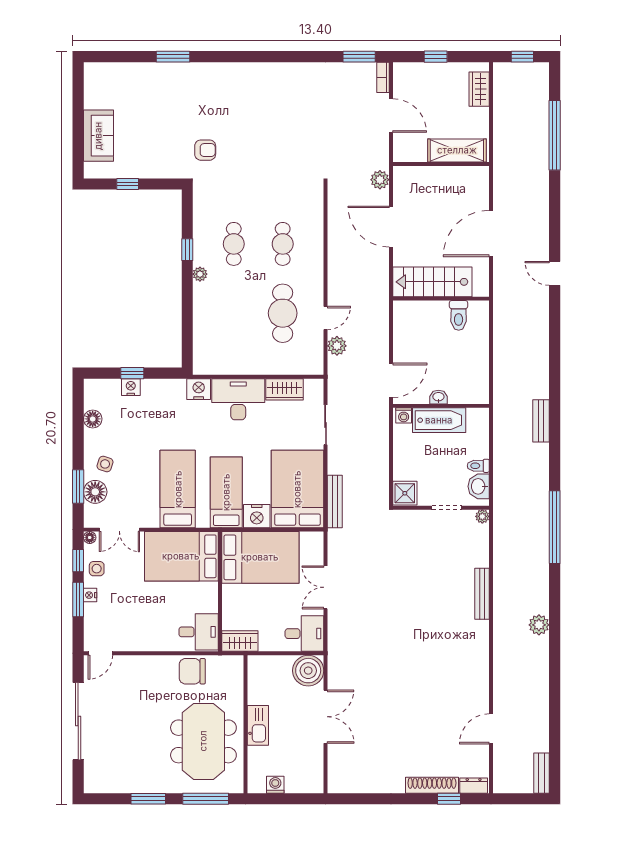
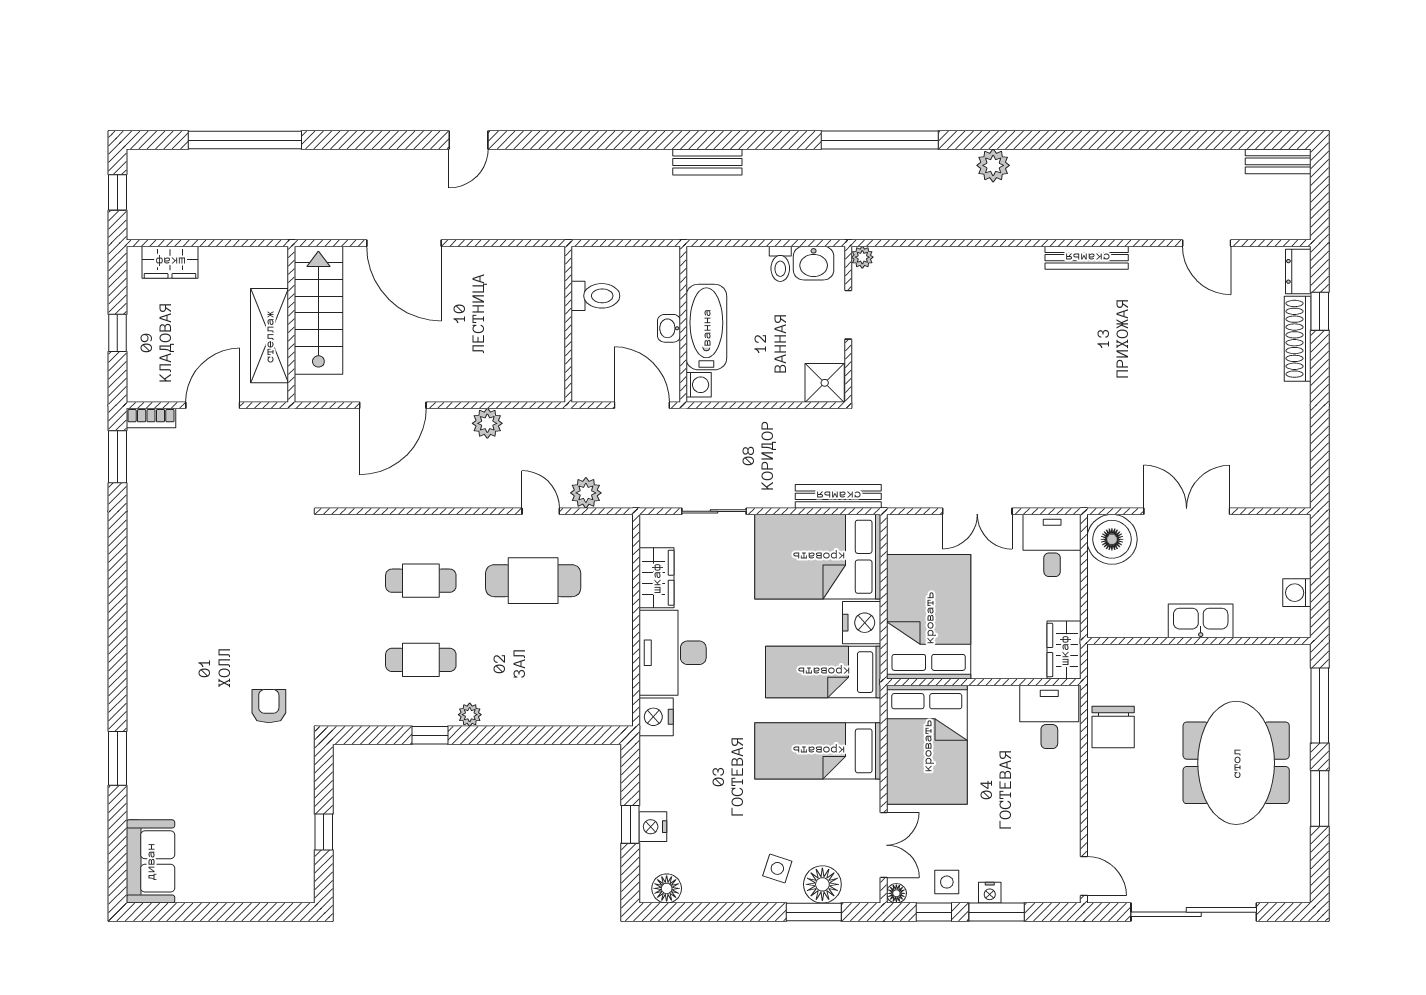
sofa: (98, 136) -> (150, 861), moved, turned 90
shelving: (457, 150) -> (269, 336), moved
plant: (380, 180) -> (487, 423), moved
stairs: (432, 282) -> (318, 310), moved, turned 180
wall: (441, 299) -> (568, 324), moved
toilet: (459, 315) -> (595, 296), moved
floor lamp: (93, 419) -> (667, 888), moved
bench: (482, 594) -> (1087, 258), moved
plant: (539, 625) -> (993, 165), moved
meeting table: (203, 741) -> (1236, 763), moved, turned 90

